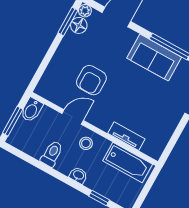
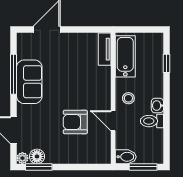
armchair: (91, 80) -> (75, 122), turned 180
tv unit: (126, 136) -> (105, 49), moved
washbasin: (78, 175) -> (157, 106), moved

